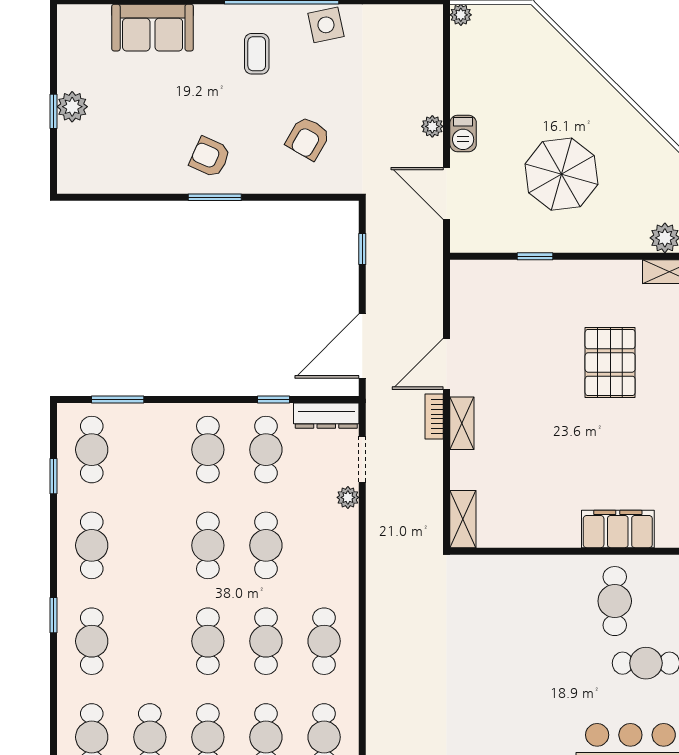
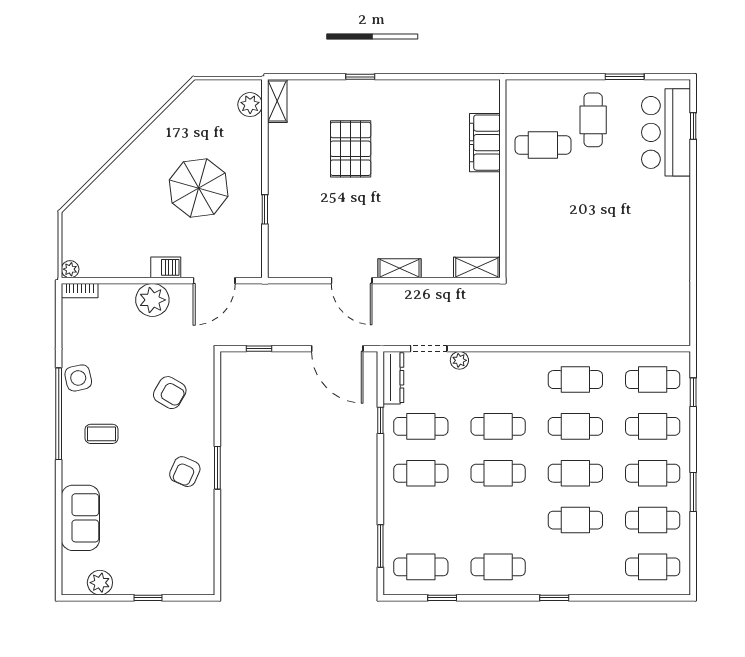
plant: (72, 107) -> (100, 583), moved
plant: (432, 126) -> (152, 300), width x1.87, depth x1.87
pallet: (610, 362) -> (351, 149), turned 90
bookcase: (434, 417) -> (80, 291), moved
cafe table: (92, 641) -> (575, 520), moved

